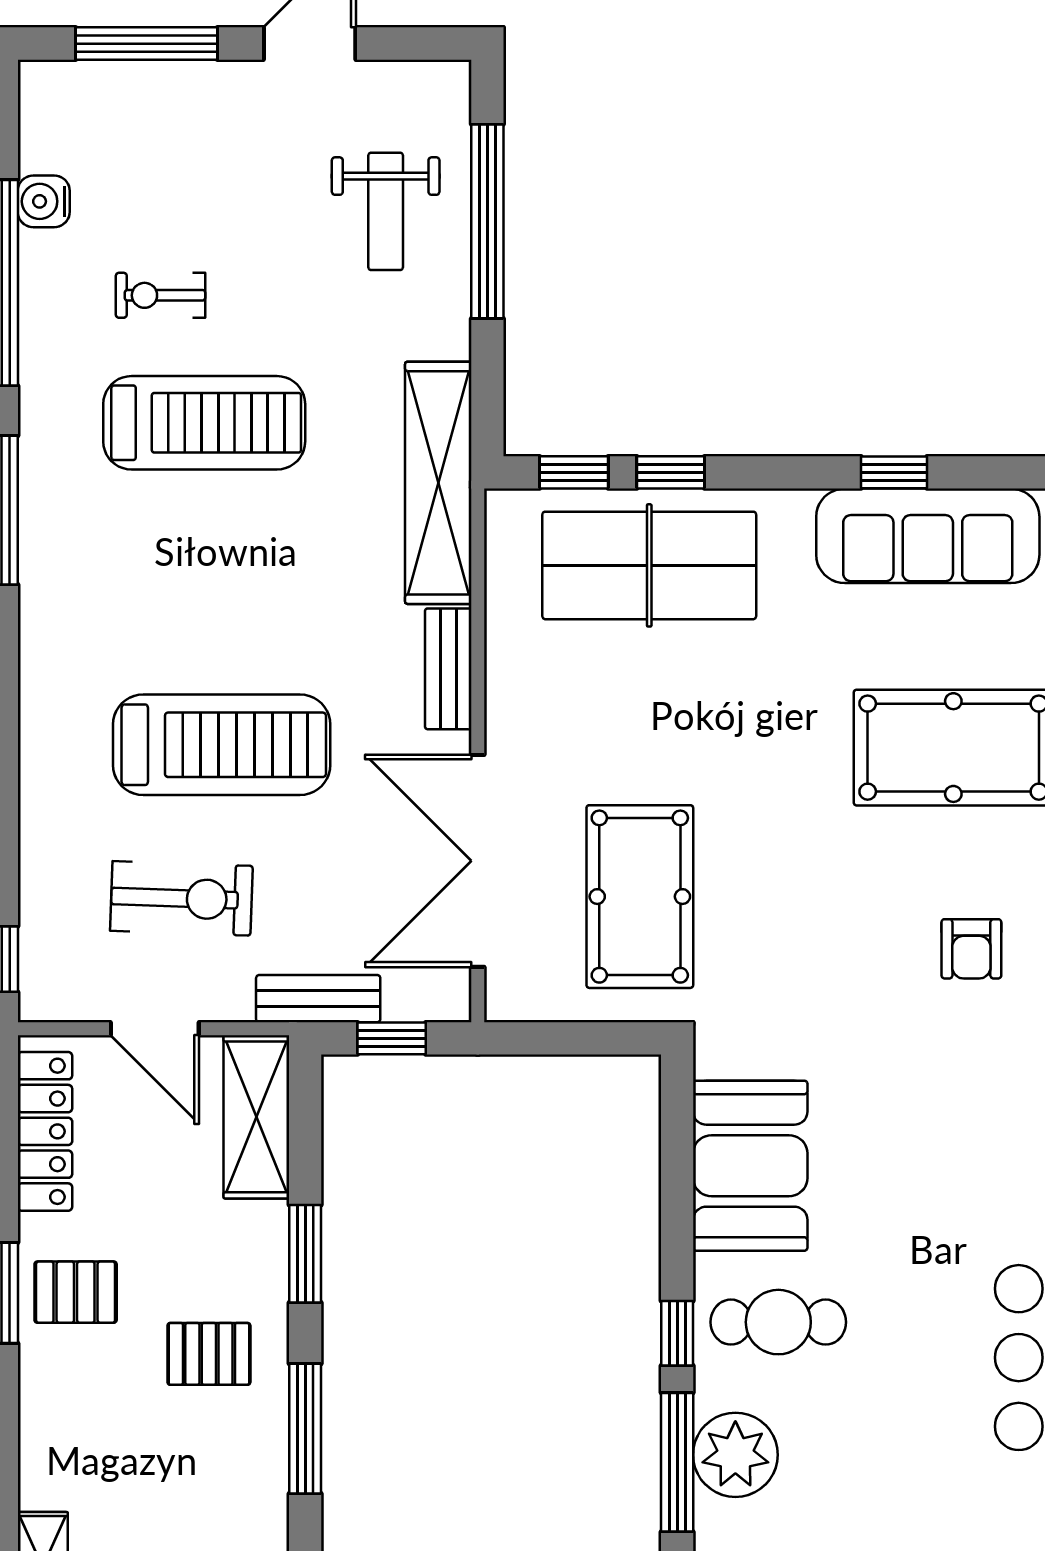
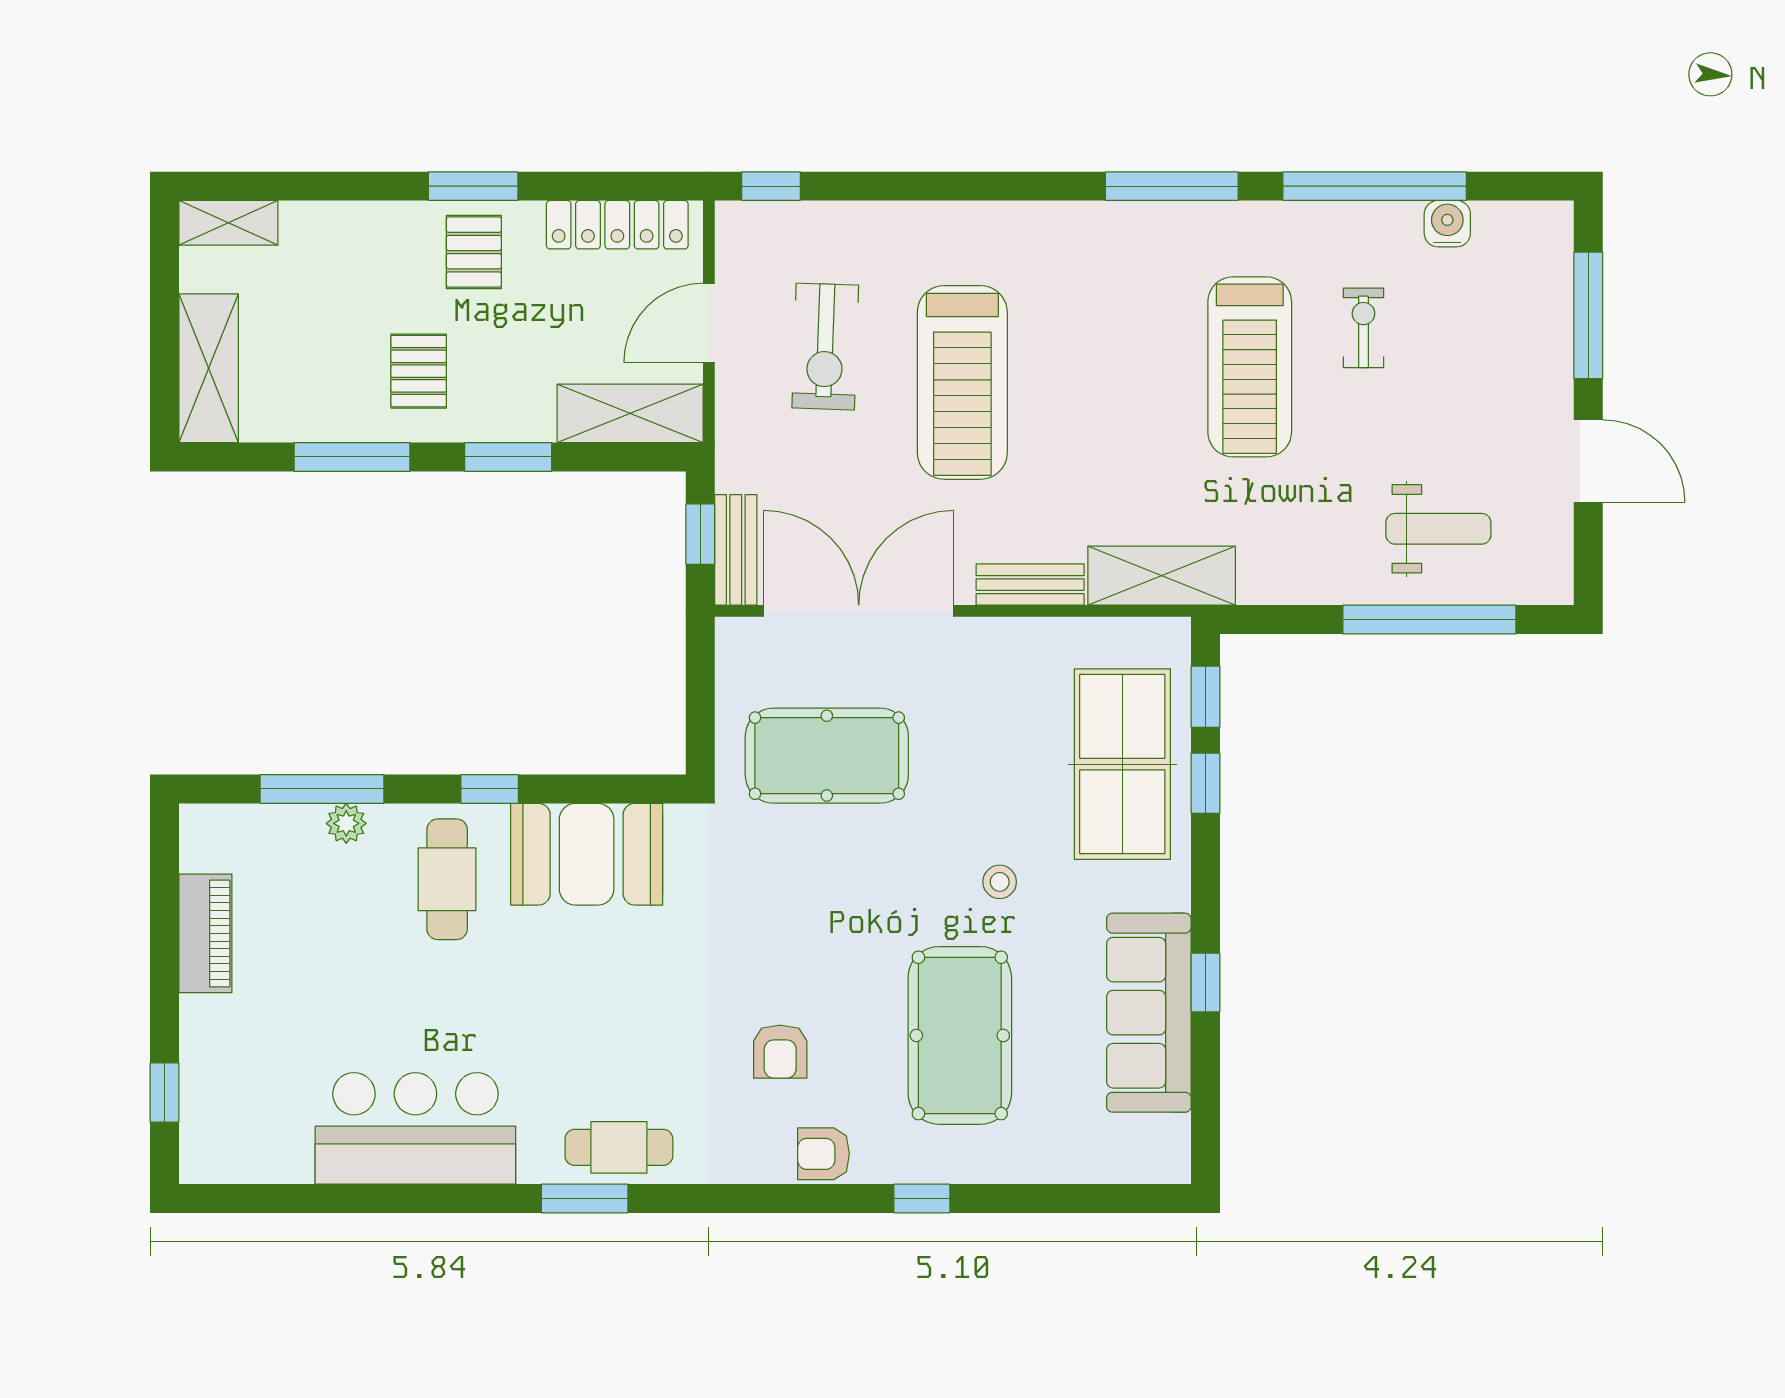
weight bench: (386, 211) -> (1438, 529), turned 180
shelving: (438, 483) -> (1162, 576), width x0.68
stool: (781, 703) -> (1000, 882), added
armchair: (971, 949) -> (780, 1052), turned -90
bench: (318, 999) -> (736, 550), moved
window: (677, 1333) -> (490, 789), moved
plant: (735, 1455) -> (346, 823), width x0.53, depth x0.53

